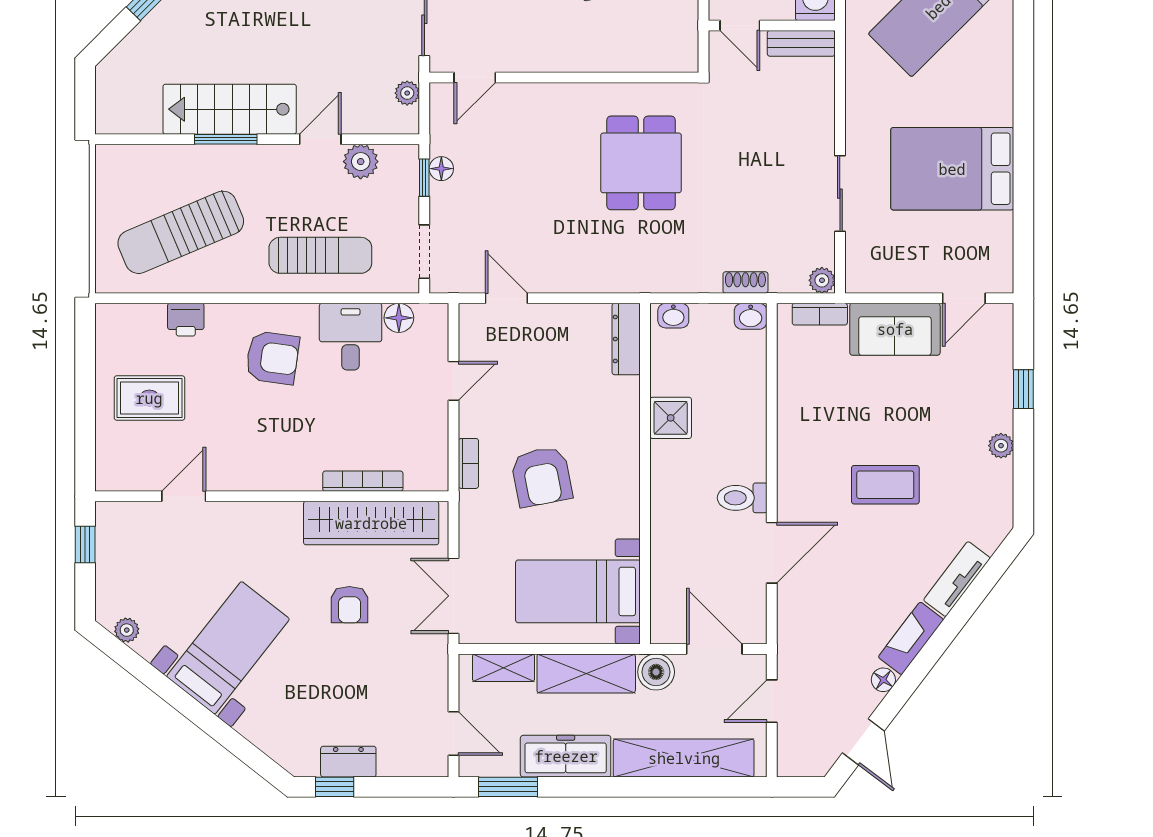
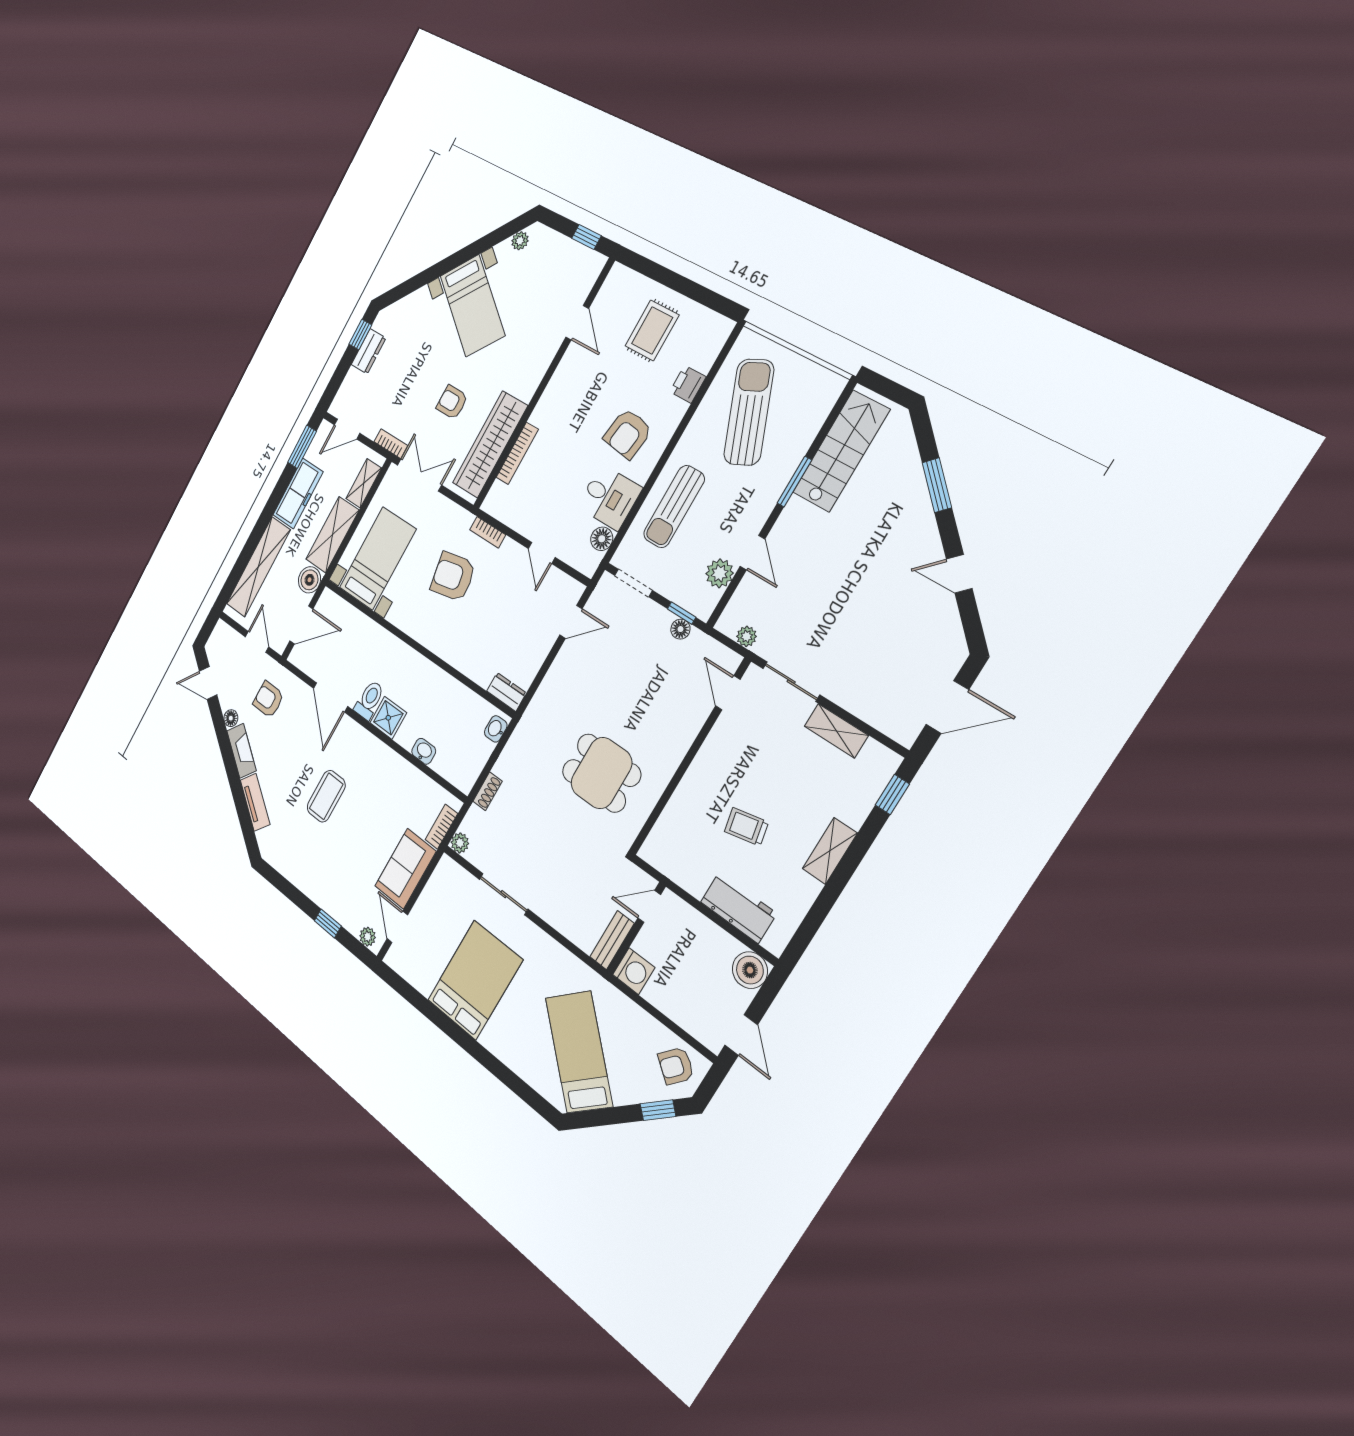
stairs: (230, 109) -> (841, 451), moved
washbasin: (751, 316) -> (424, 751), moved, turned 90
dresser: (626, 339) -> (506, 692), width x0.70
shower: (671, 418) -> (388, 718), moved
plant: (1001, 446) -> (368, 937), moved
armchair: (828, 639) -> (268, 699), added
bookcase: (439, 659) -> (391, 444), added

